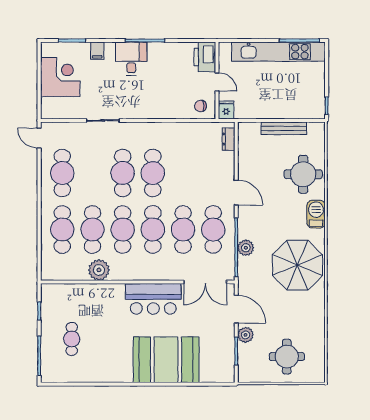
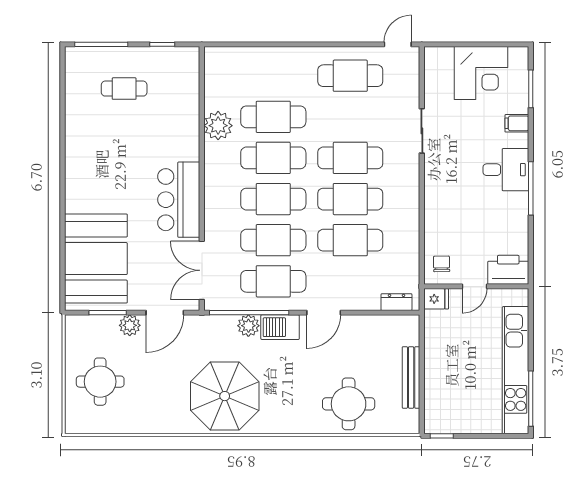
barbecue: (316, 214) -> (280, 327), moved, turned 180
cafe table: (62, 229) -> (350, 240), moved
booth: (166, 360) -> (96, 259), moved

